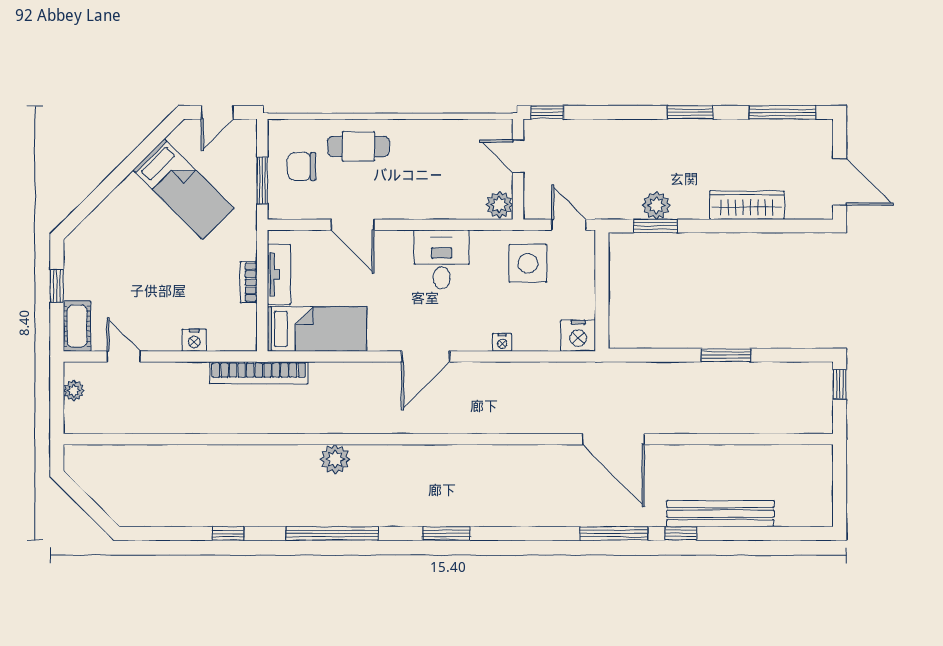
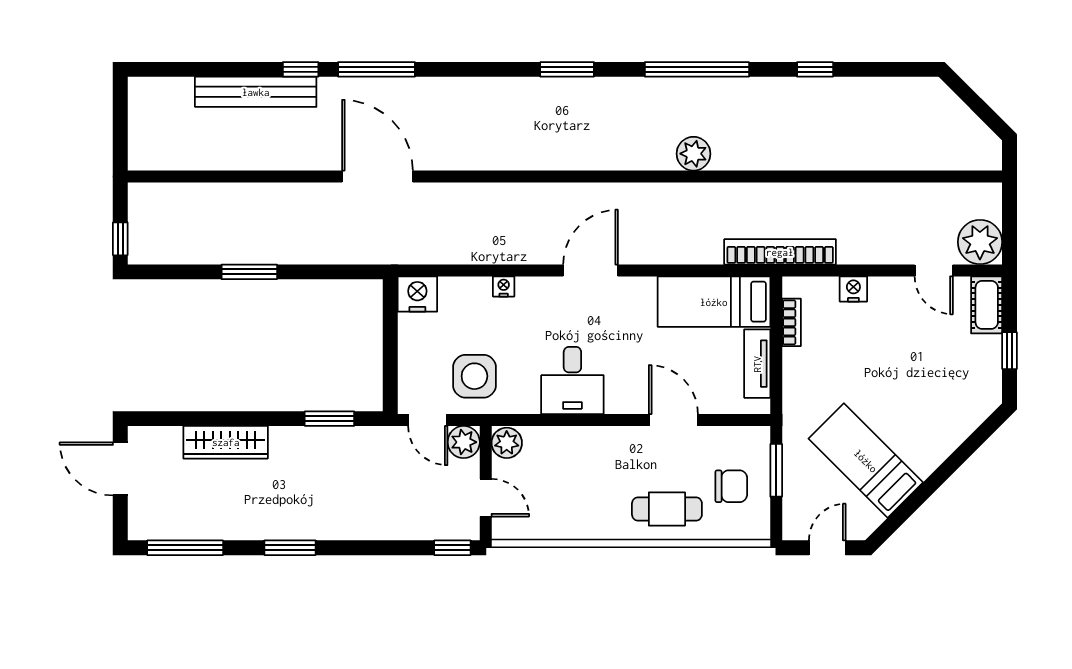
plant: (656, 205) -> (464, 442), moved
bookcase: (249, 282) -> (792, 322), moved
plant: (74, 391) -> (980, 242), width x1.88, depth x1.88

